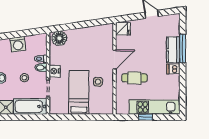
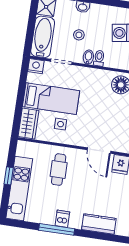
window: (183, 48) -> (57, 229), moved
kitchen counter: (173, 50) -> (99, 224), moved
door: (114, 59) -> (99, 151), moved
nightstand: (55, 71) -> (36, 66), moved
wardrobe: (101, 107) -> (28, 123), added

